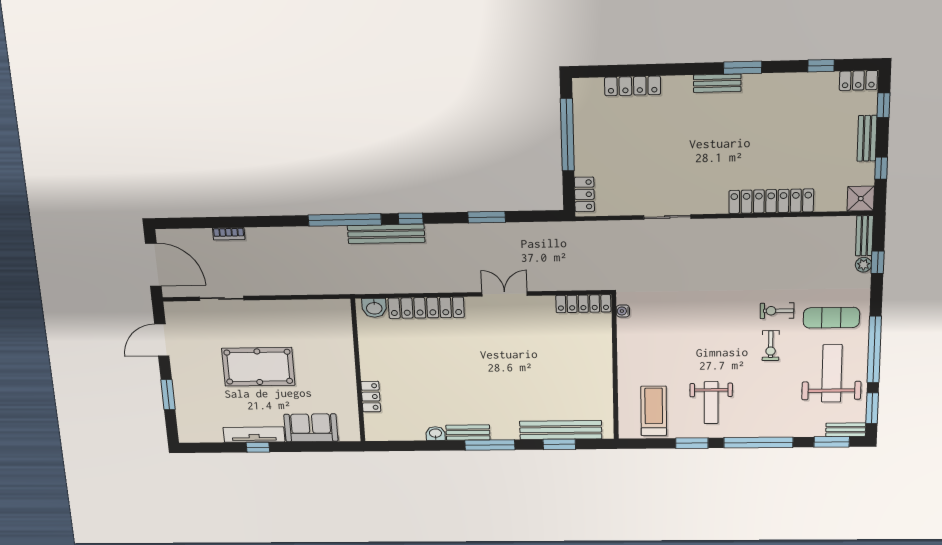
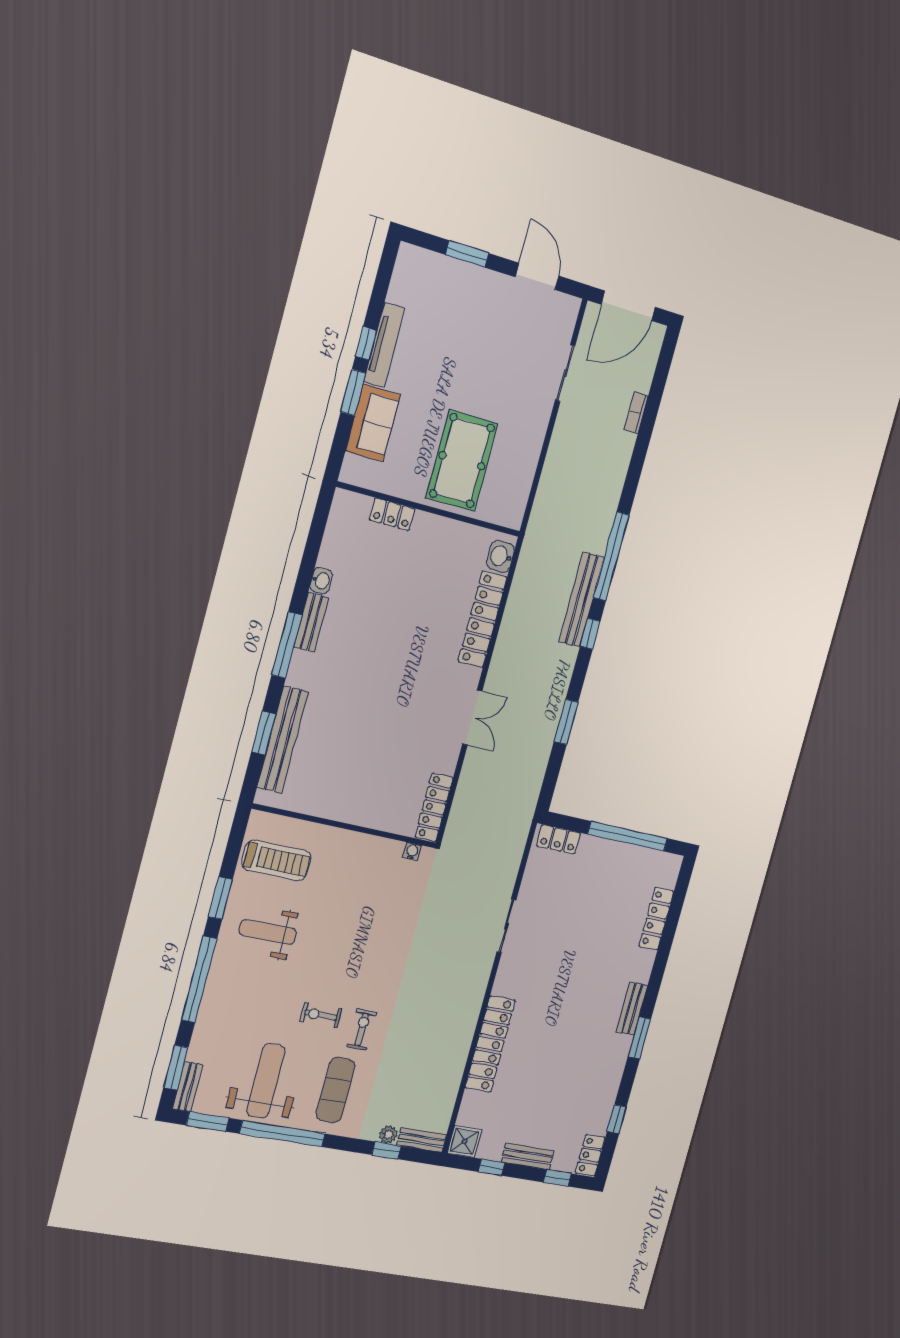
pool table: (258, 367) -> (462, 461), moved
weight bench: (832, 373) -> (266, 1081), turned -90
window: (295, 447) -> (353, 392), added

